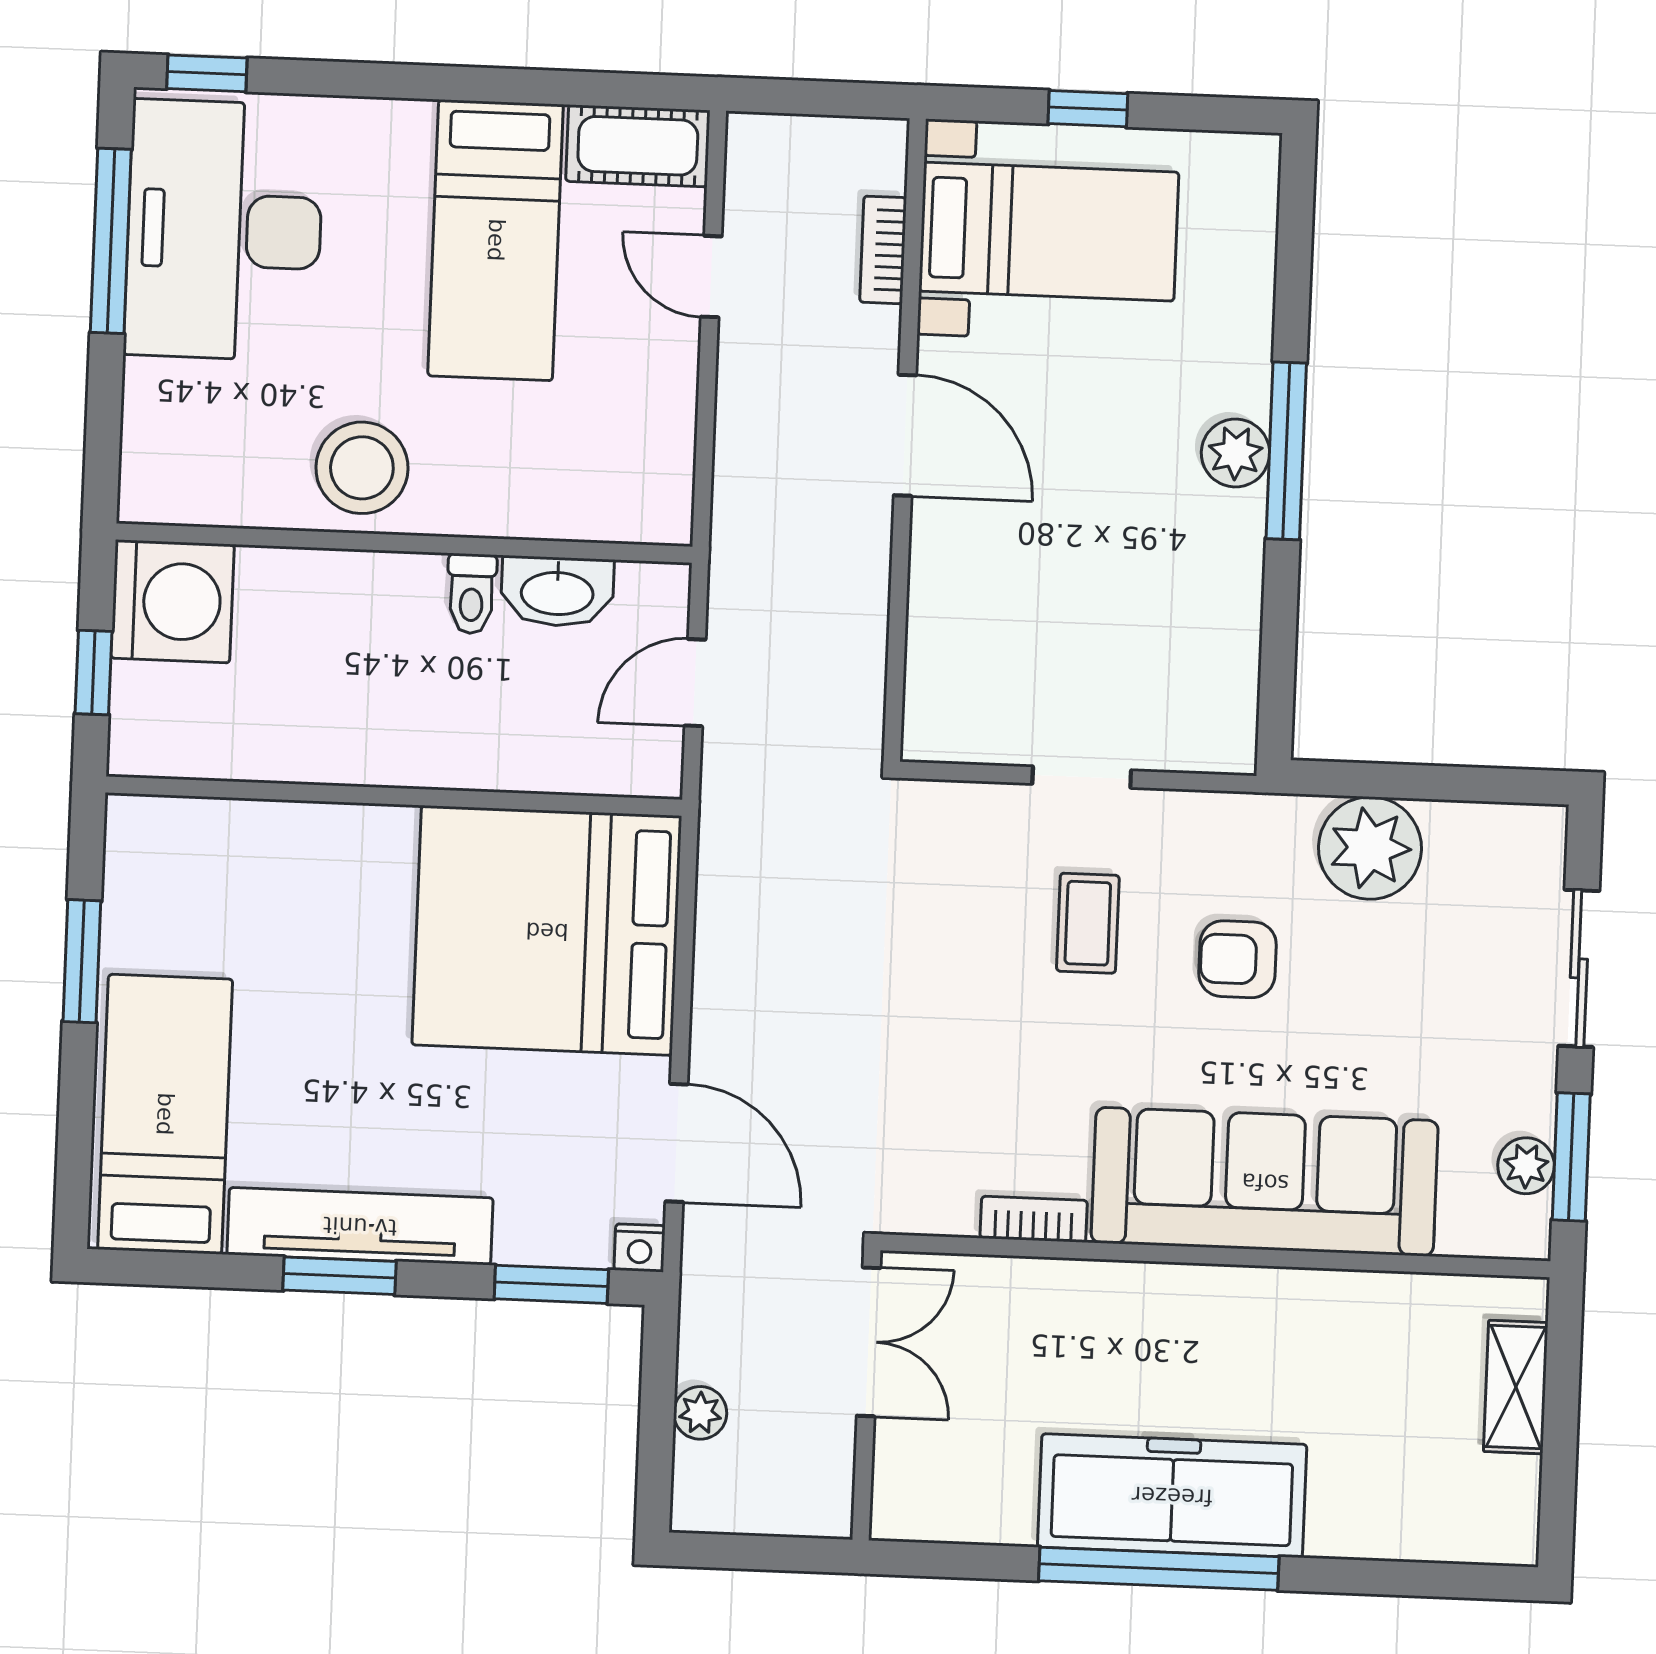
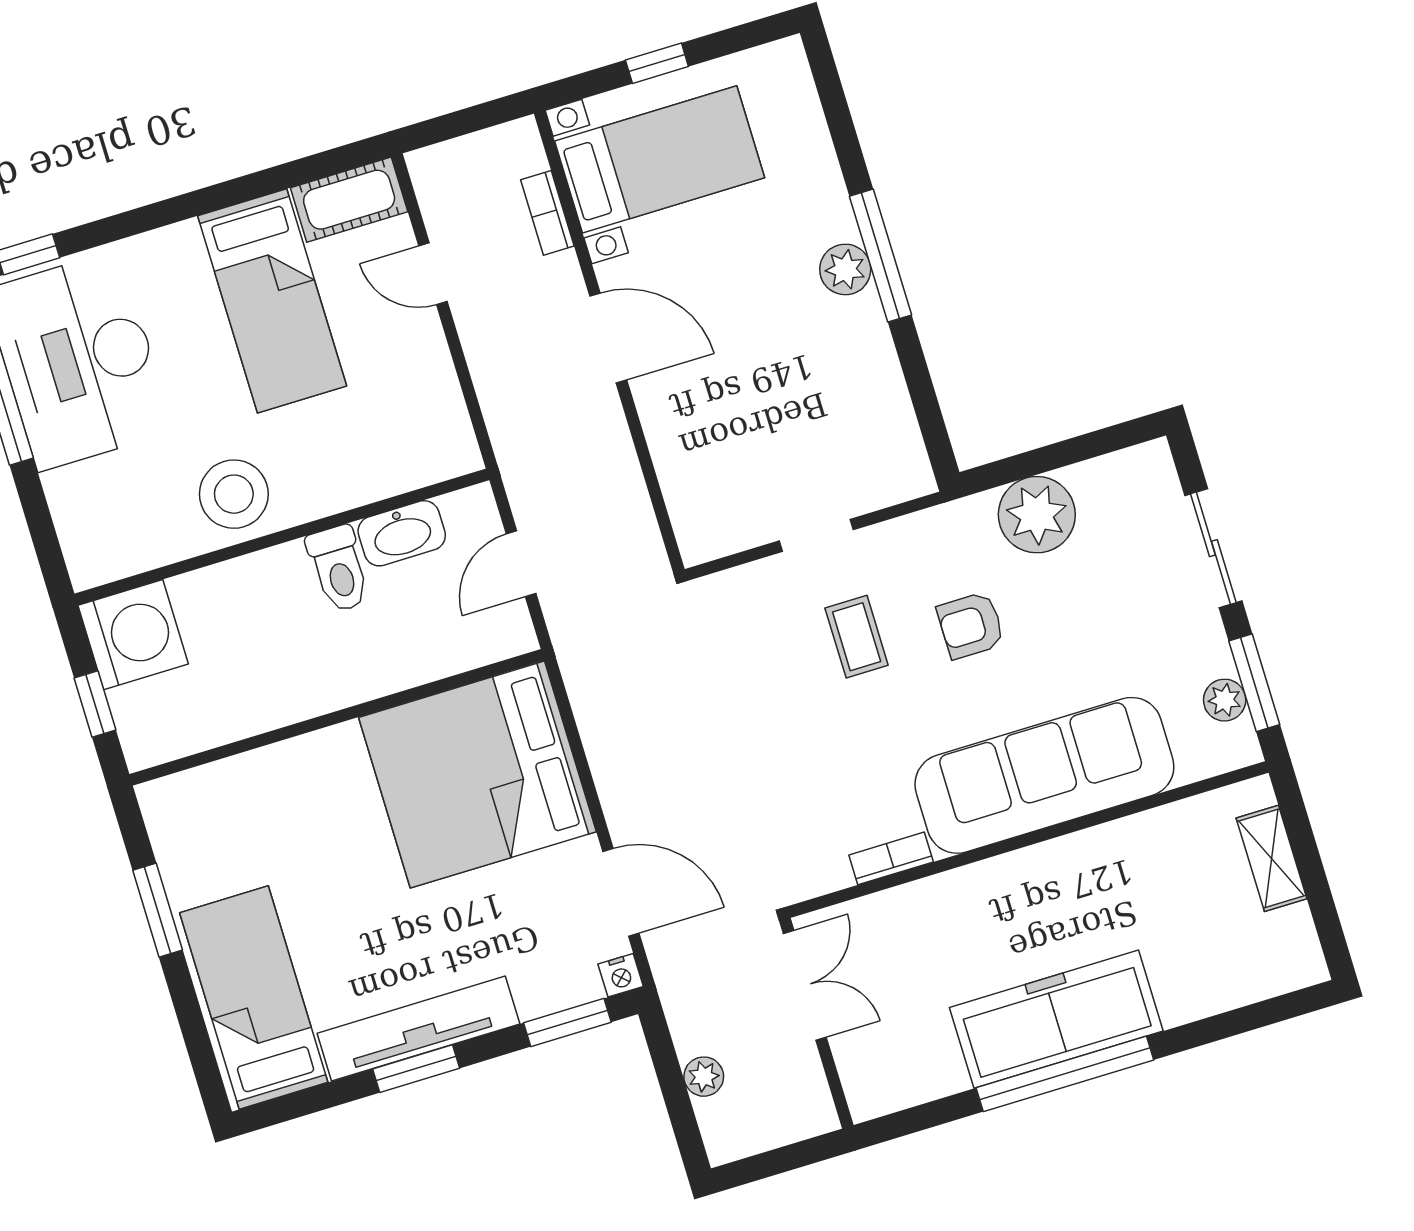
toilet: (471, 594) -> (339, 569), width x1.37, depth x1.39

